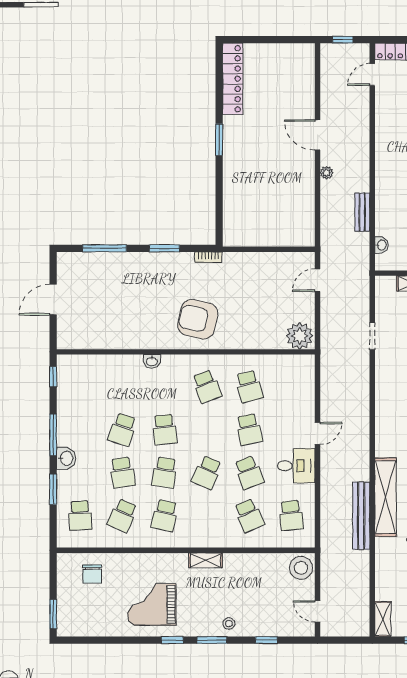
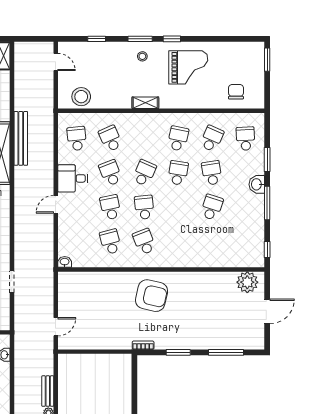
bench: (362, 212) -> (48, 391), moved
plant: (300, 336) -> (247, 282), moved
washbasin: (152, 361) -> (65, 262), moved
school desk: (165, 430) -> (144, 207), moved
stool: (301, 568) -> (81, 97), moved
stool: (229, 624) -> (142, 56), moved

